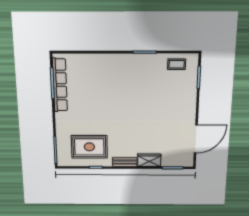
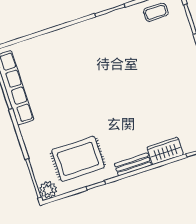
plant: (63, 160) -> (48, 190), added

